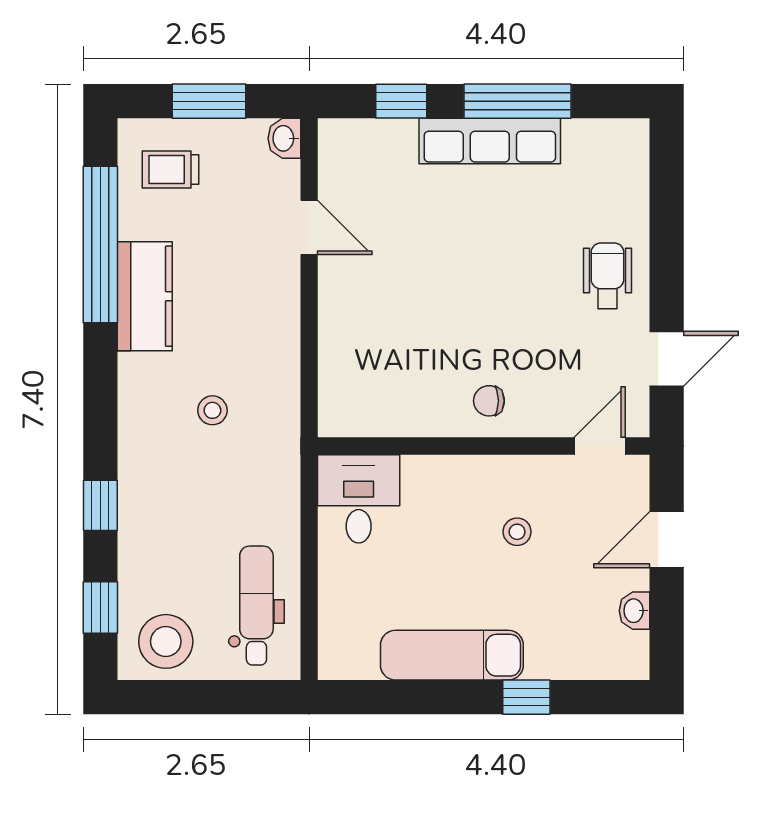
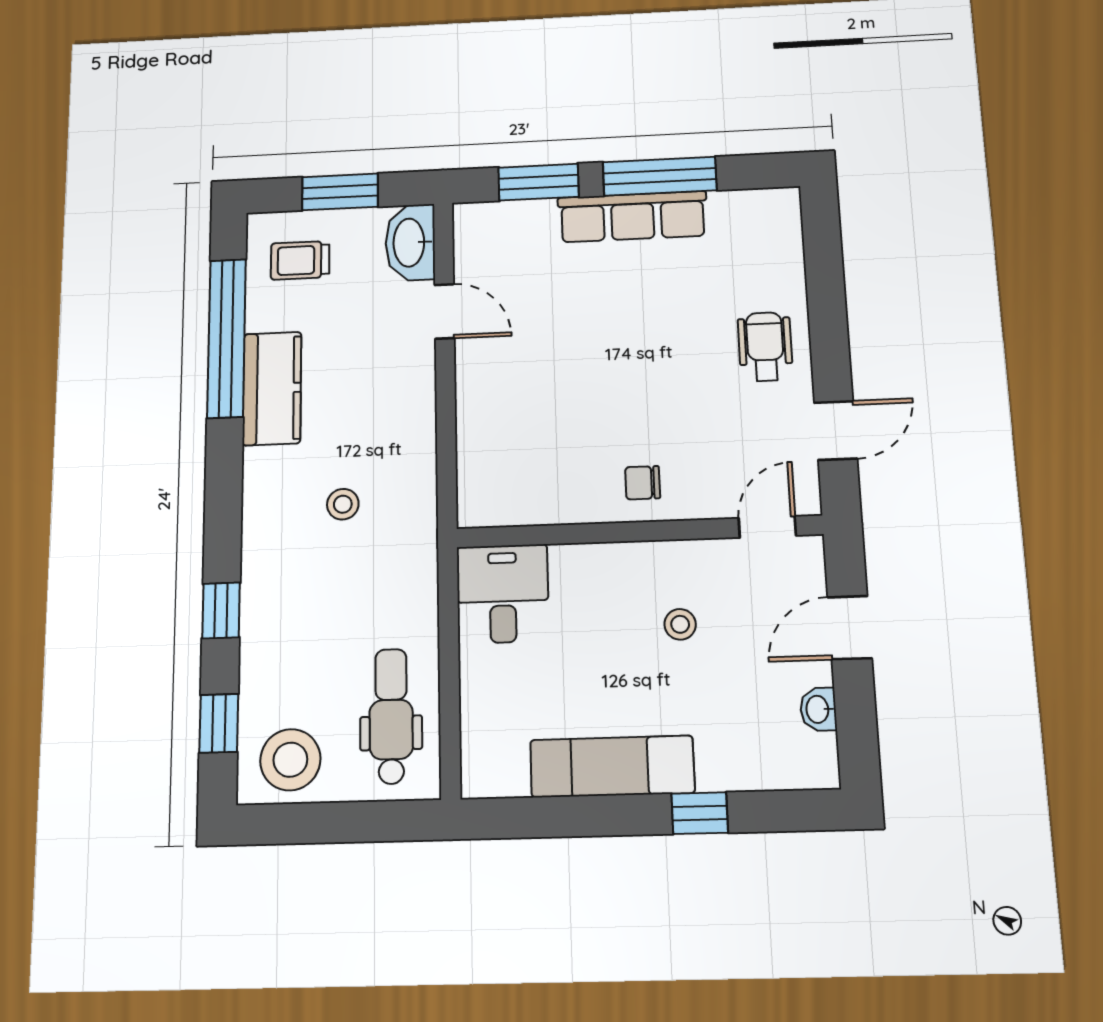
window: (401, 101) -> (538, 182), width x1.50
washbasin: (284, 138) -> (410, 243), width x1.91, depth x1.45

